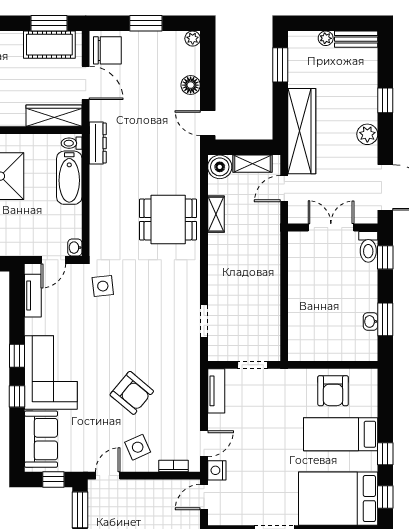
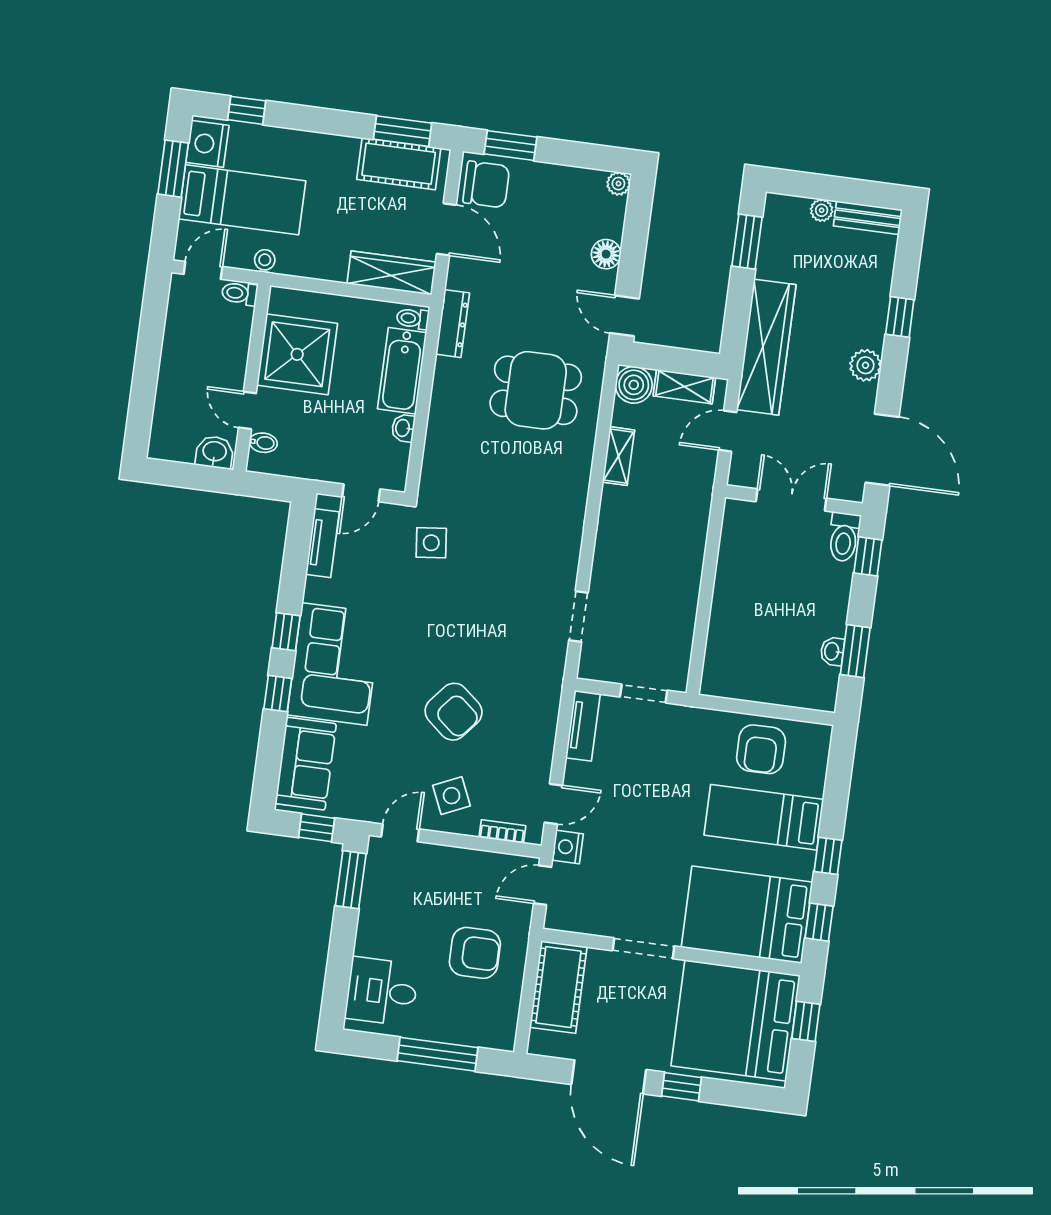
window: (146, 23) -> (510, 145), moved
dining table: (168, 219) -> (536, 390), moved
washbasin: (75, 248) -> (403, 428), moved

